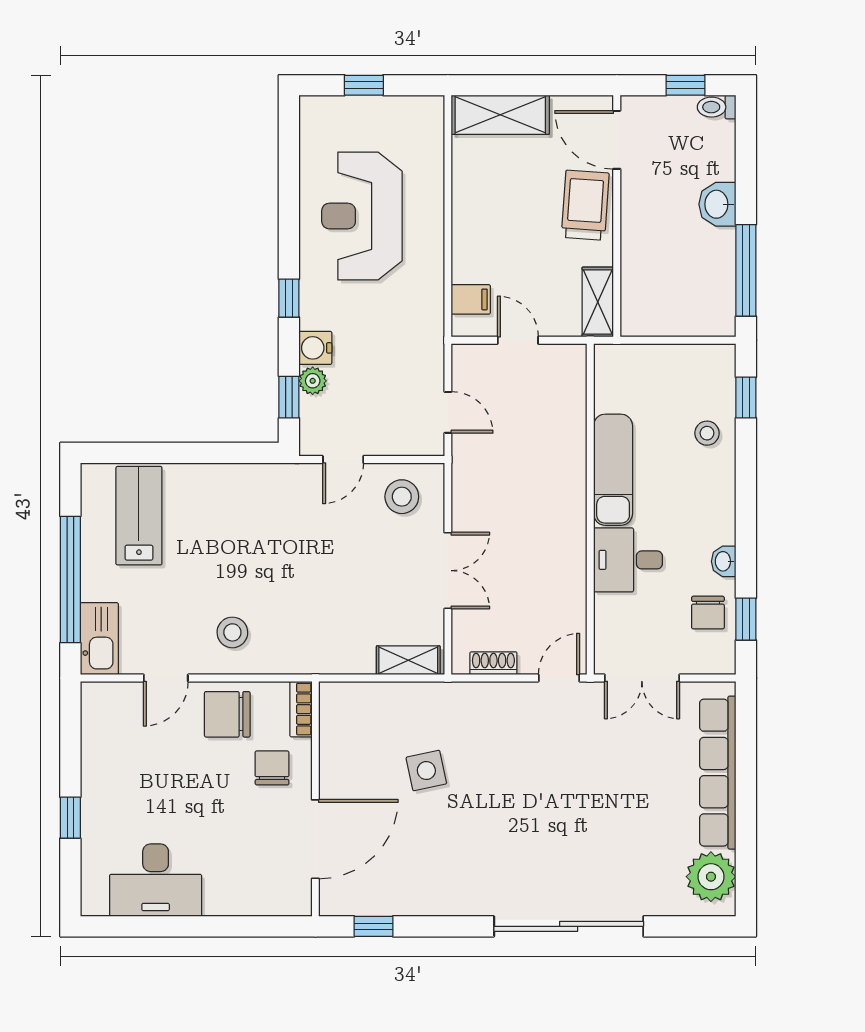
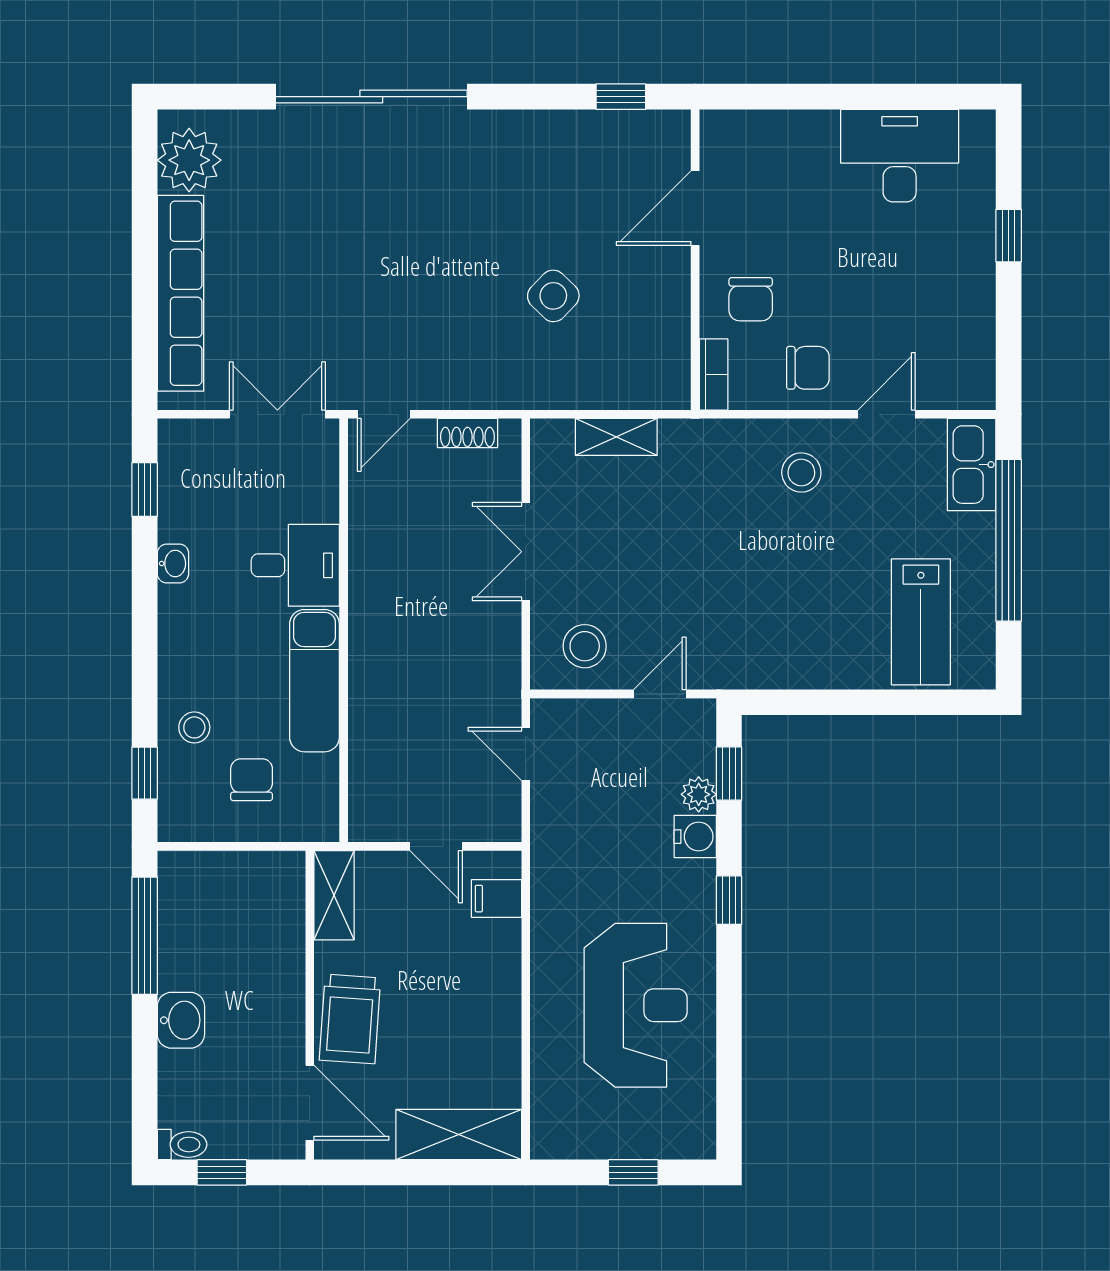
chair: (708, 613) -> (252, 780), moved
shelving: (408, 660) -> (616, 437), moved
chair: (227, 714) -> (808, 368), width x0.73, depth x0.73
side table: (426, 771) -> (553, 296), turned -34
door: (315, 839) -> (695, 208), width x0.73

